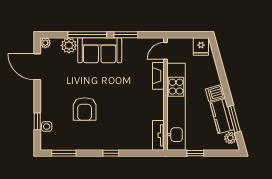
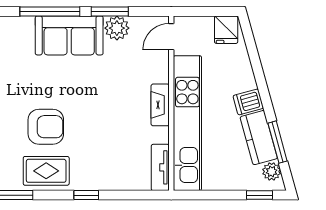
plant: (69, 45) -> (117, 28), moved
fireplace: (158, 76) -> (160, 105), moved
armchair: (85, 109) -> (46, 127), turned -90
rug: (85, 138) -> (46, 171), added
window: (195, 153) -> (259, 195), moved

